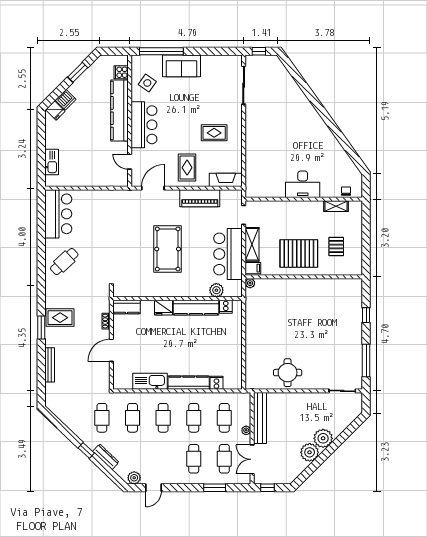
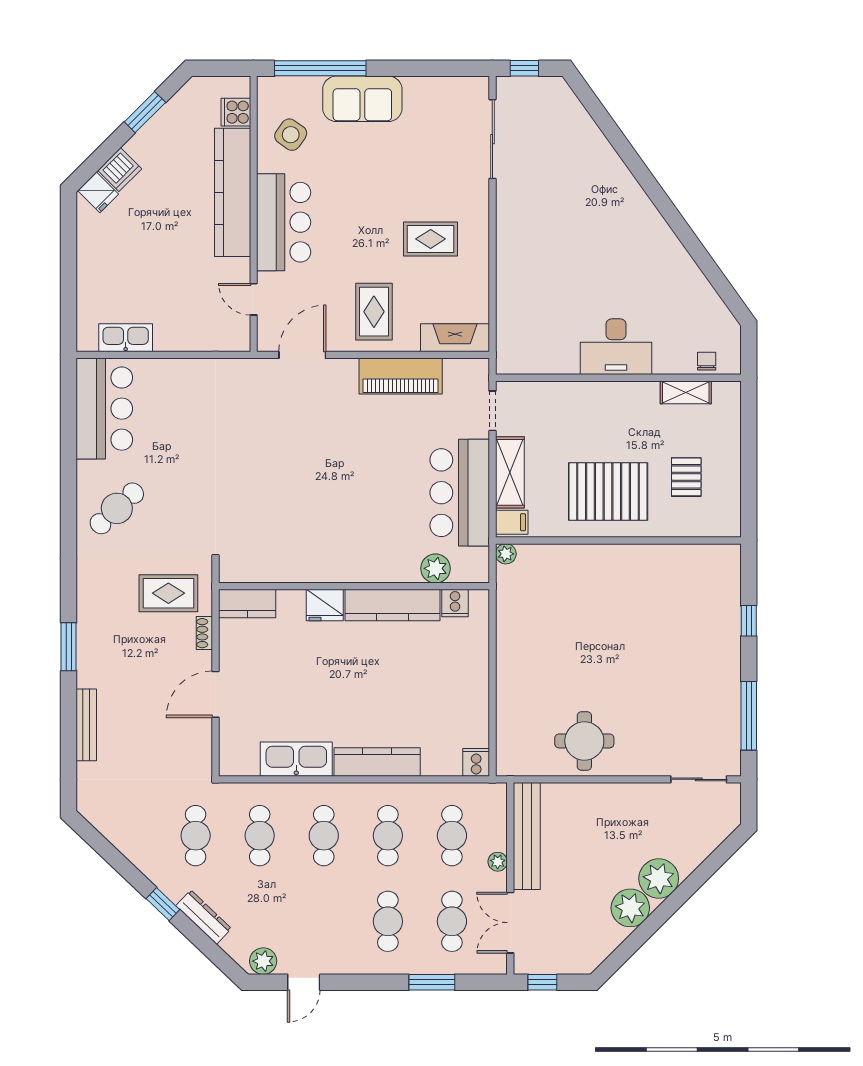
kitchen sink: (52, 162) -> (126, 338), moved, turned -90
pool table: (168, 249) -> (333, 482), removed
rug: (60, 318) -> (168, 593), moved
cooker: (216, 383) -> (476, 762), moved

